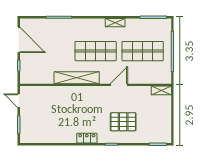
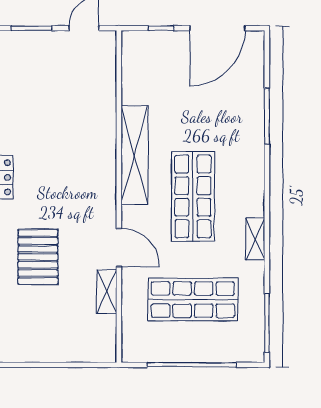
shop shelf: (143, 51) -> (193, 300), turned 90
shelving: (161, 90) -> (107, 292), moved

